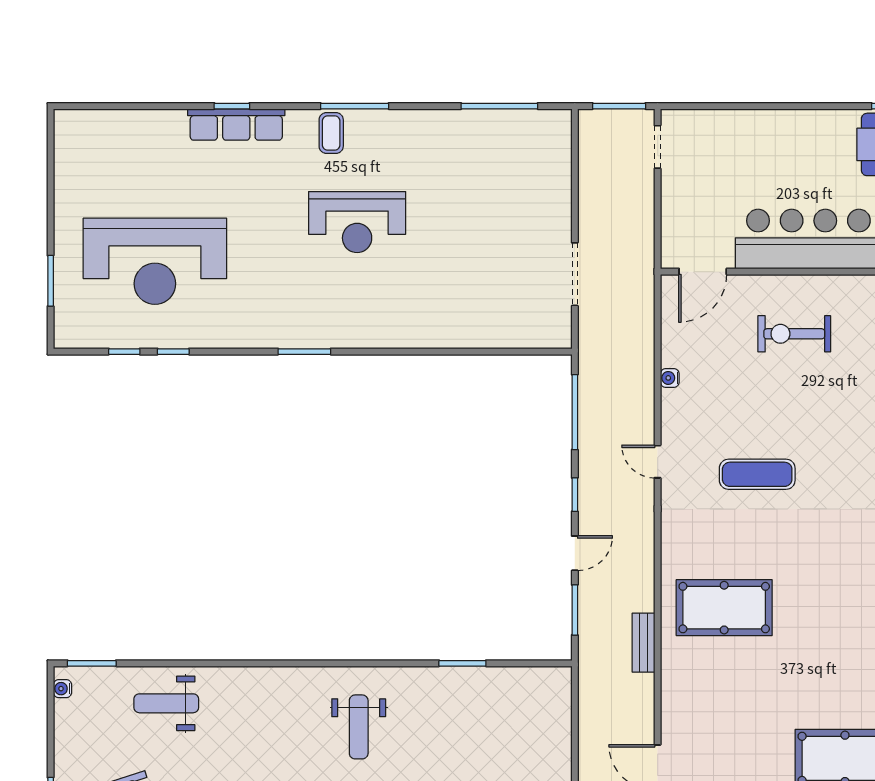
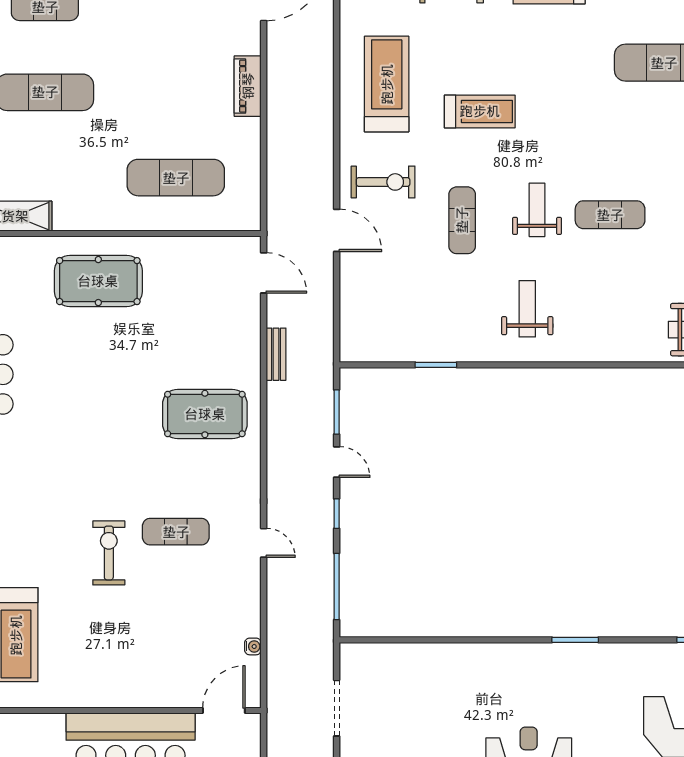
exercise bike: (794, 334) -> (109, 553), moved, turned -90
water cooler: (670, 378) -> (253, 646), moved
door: (575, 553) -> (337, 462), swing flipped
bench: (644, 643) -> (276, 354), moved

